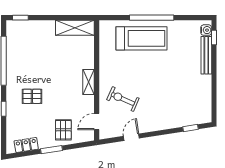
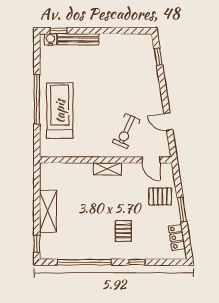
shelving: (75, 28) -> (48, 211), moved

